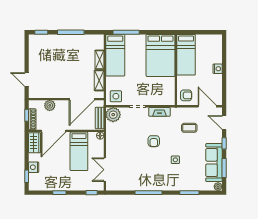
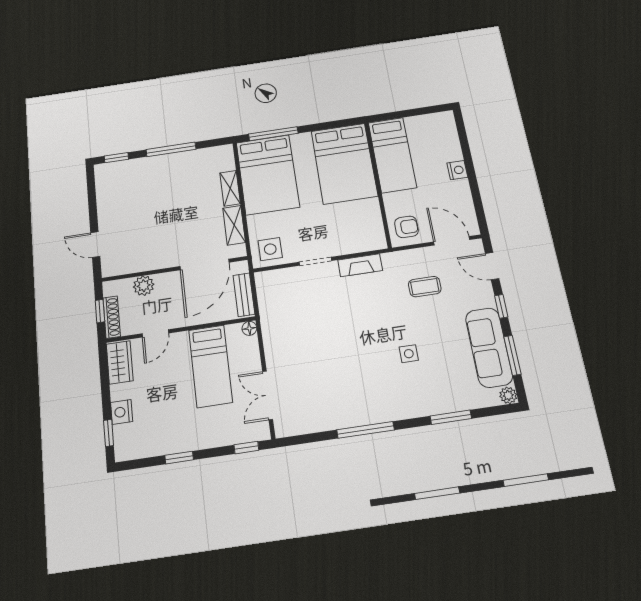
bed: (115, 55) -> (268, 175), width x1.50
plant: (113, 115) -> (270, 284), removed
door: (53, 131) -> (155, 333), width x0.53
armchair: (154, 141) -> (358, 323), removed

